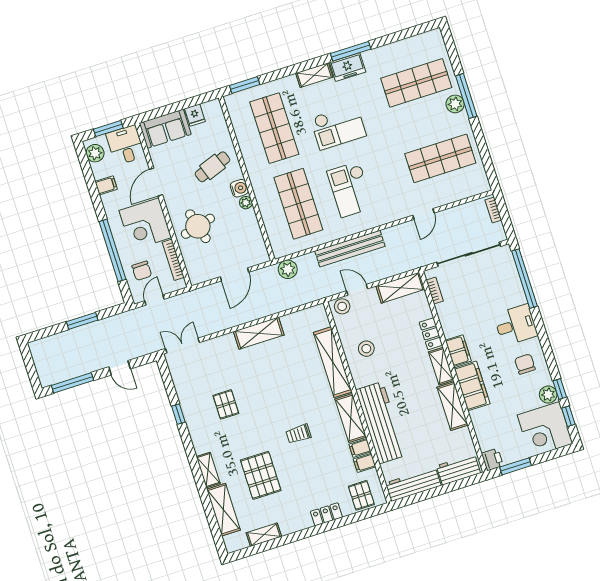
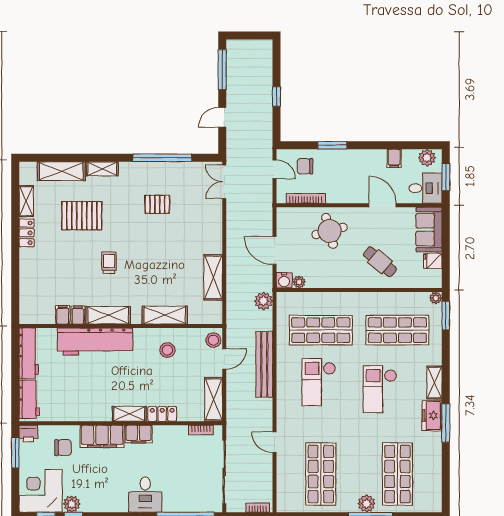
plant: (231, 100) -> (436, 298), added
cafe table: (212, 167) -> (380, 262), turned -30
water cooler: (239, 188) -> (284, 280), moved
checkout: (350, 189) -> (319, 382), turned -90
plant: (246, 203) -> (299, 282), moved
corner desk: (145, 224) -> (347, 183), removed
window: (112, 250) -> (332, 145), width x0.47
window: (82, 321) -> (276, 97), width x0.67
shelving: (259, 333) -> (213, 277), moved
double door: (183, 346) -> (224, 182), swing flipped
shelving: (333, 362) -> (165, 315), width x0.68
chair: (525, 364) -> (63, 448), moved
shelving: (453, 406) -> (89, 413), removed
window: (178, 414) -> (162, 158), width x3.17
pallet: (361, 495) -> (34, 302), removed
locker: (326, 514) -> (27, 233), moved

